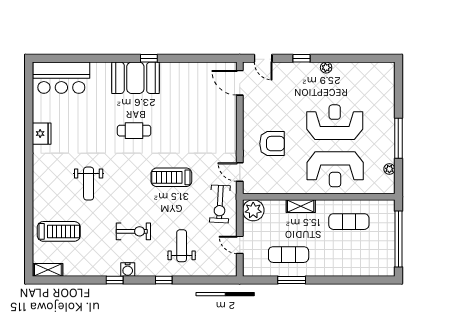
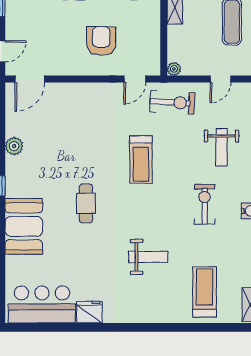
plant: (183, 70) -> (14, 146), added
bar counter: (61, 78) -> (42, 304), moved, turned -90
booth: (135, 78) -> (24, 226), moved
plant: (253, 210) -> (174, 69), width x0.53, depth x0.53
weight bench: (182, 246) -> (222, 147), turned -90

